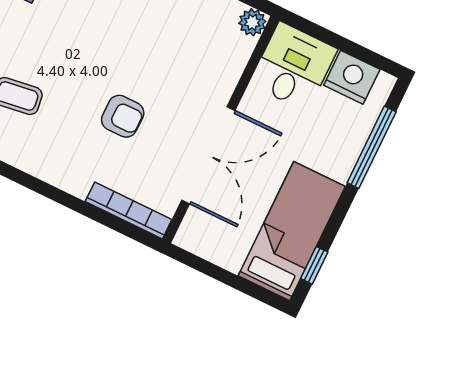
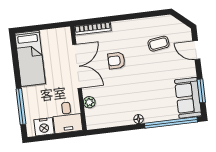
plant: (252, 22) -> (89, 102), moved
double door: (208, 155) -> (77, 66), swing flipped
window: (314, 265) -> (14, 51), removed

